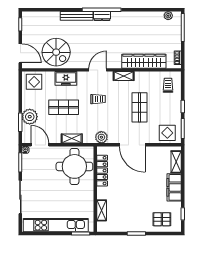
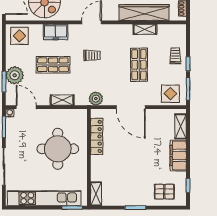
shelving: (124, 76) -> (145, 29), moved
trolley: (168, 85) -> (175, 56), moved
round table: (74, 166) -> (58, 149), moved
shelving: (102, 210) -> (96, 194), moved

